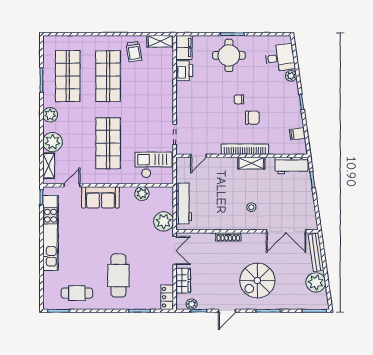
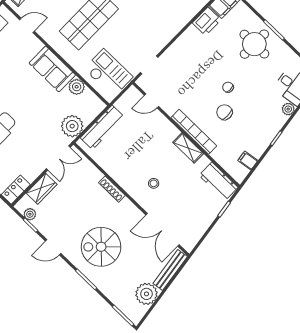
chair: (252, 118) -> (225, 112), turned 180
sofa: (100, 197) -> (52, 69), moved

